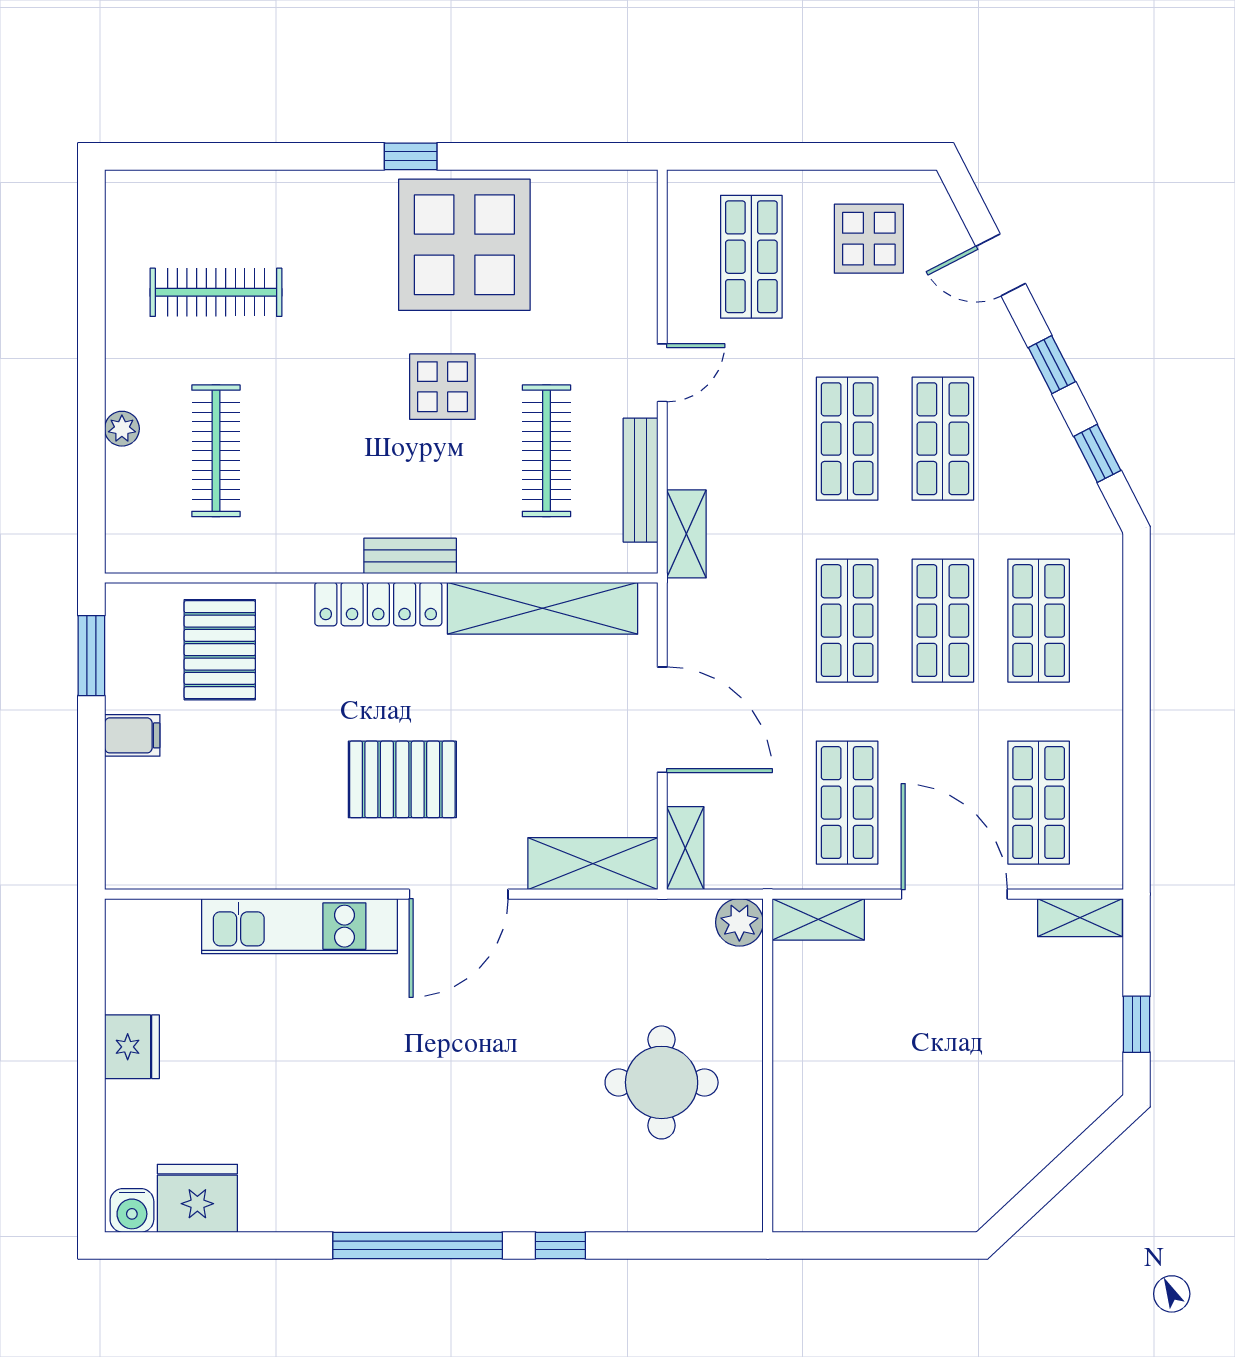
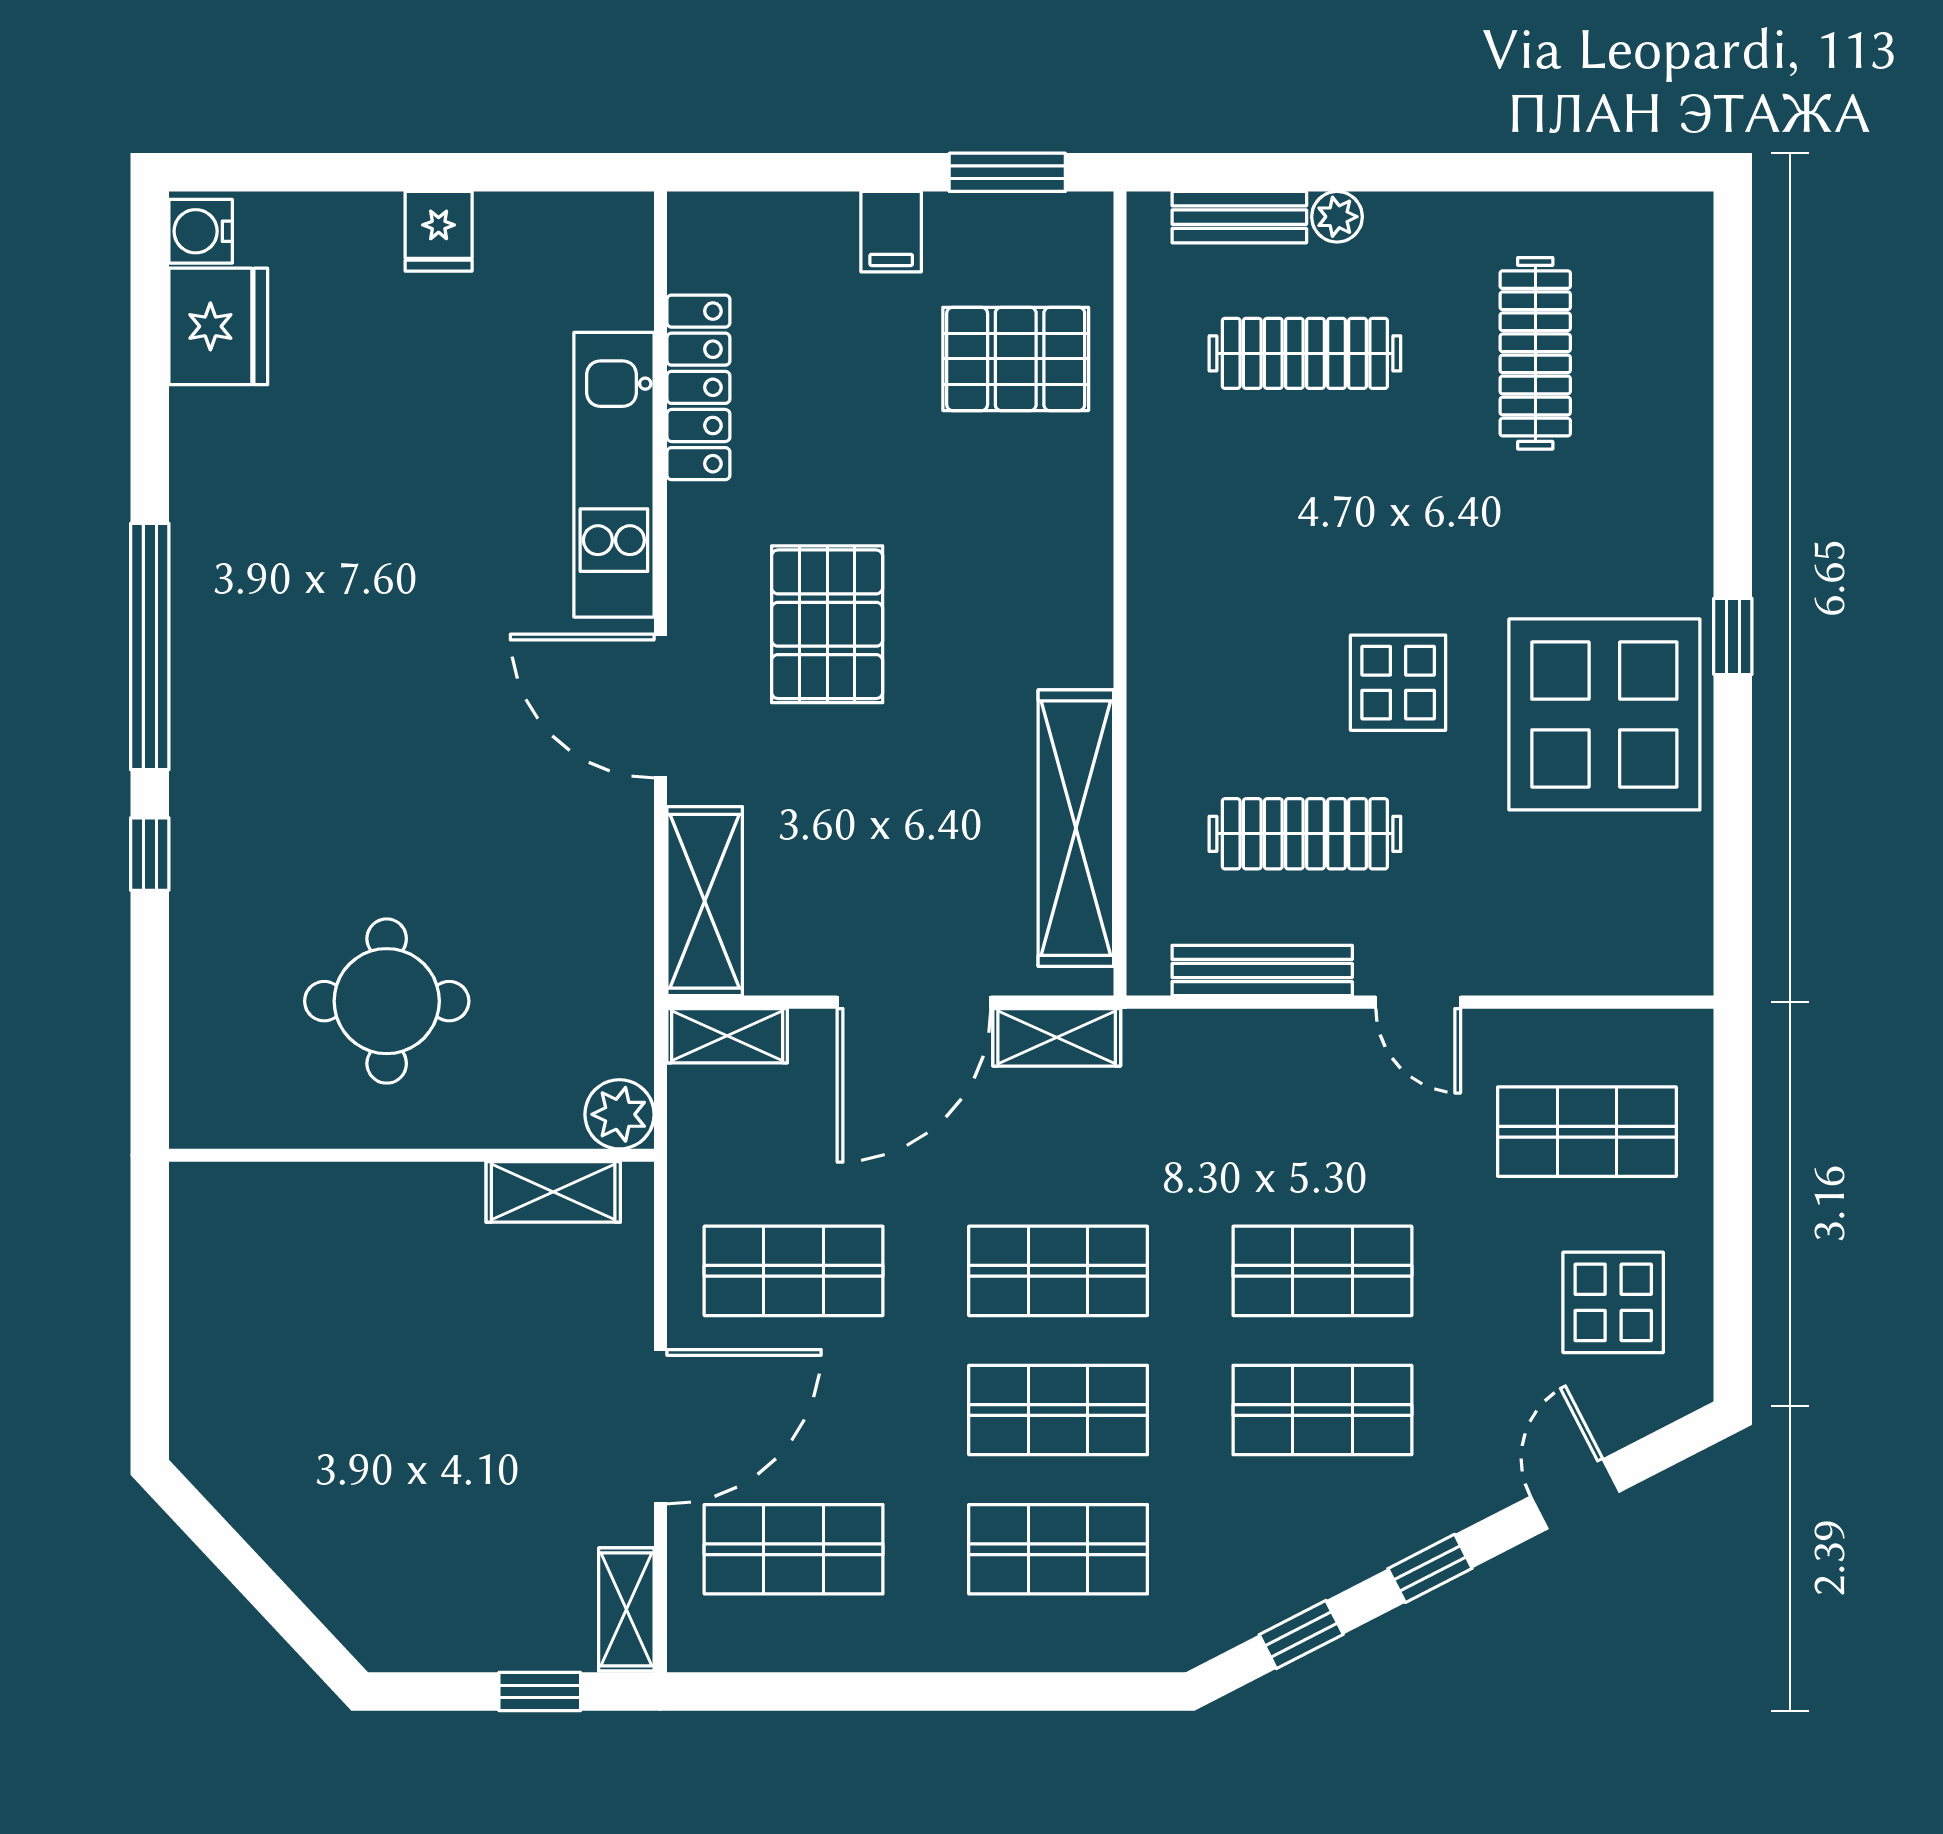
shelving: (686, 534) -> (1057, 1037), moved
bench: (410, 556) -> (1239, 217), moved, turned 90
locker: (378, 604) -> (698, 387), moved, turned 180
shelving: (818, 919) -> (553, 1192), moved, turned 90
window: (1137, 1024) -> (540, 1692), moved
fridge: (132, 1047) -> (439, 231), width x0.72

